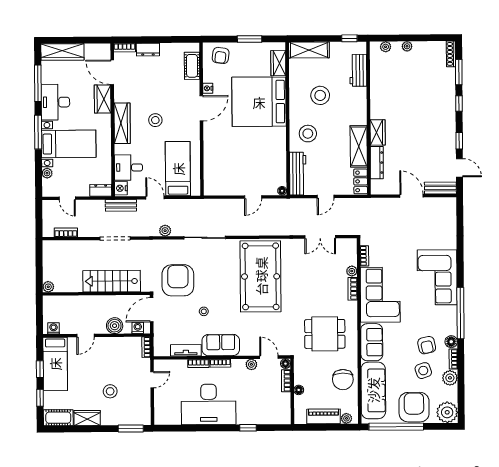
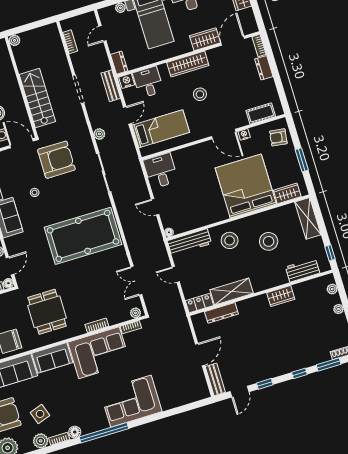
wardrobe: (378, 132) -> (281, 296), moved
desk: (219, 181) -> (161, 171), added
plant: (352, 271) -> (135, 313), moved
armchair: (427, 345) -> (65, 410), removed

